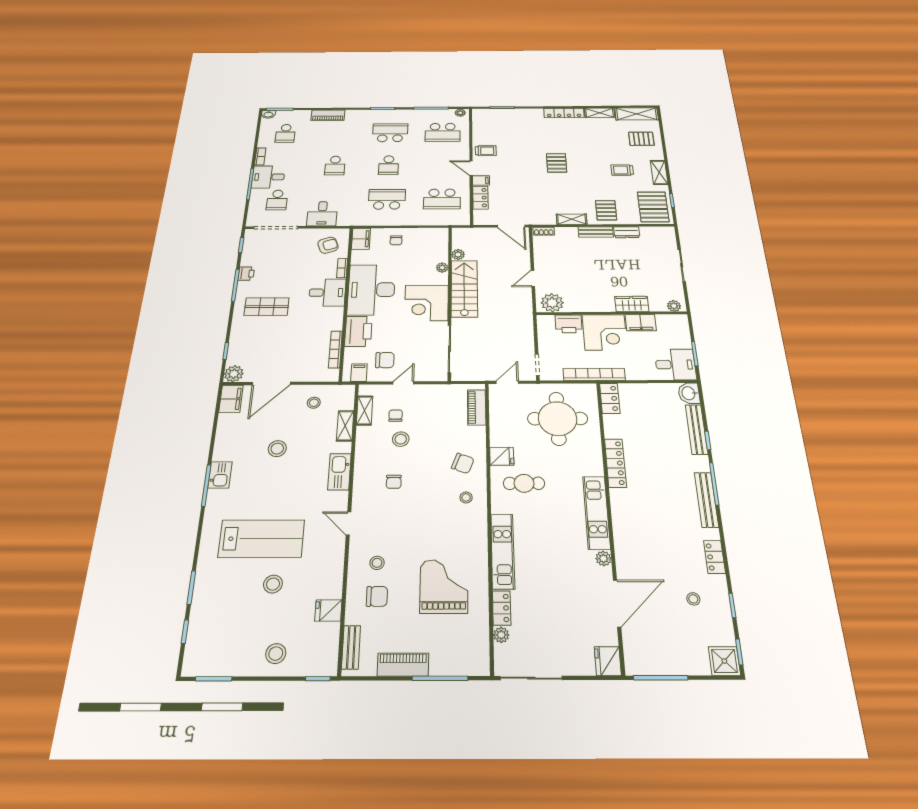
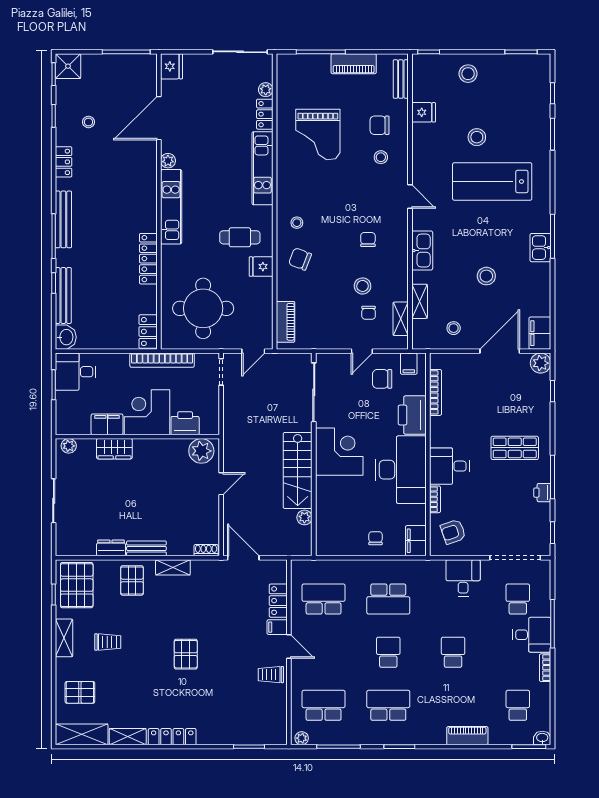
school desk: (390, 133) -> (388, 705), turned 180
plant: (442, 268) -> (322, 499), removed

